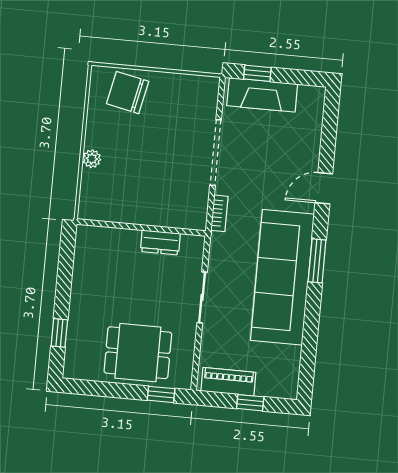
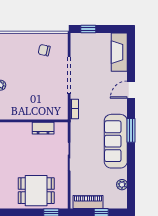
chair: (128, 93) -> (44, 50), moved, width x0.54, depth x0.54
fireplace: (262, 95) -> (119, 52), moved, turned 90
sofa: (282, 277) -> (116, 141), width x0.74, depth x0.79
plant: (292, 356) -> (122, 185), added

